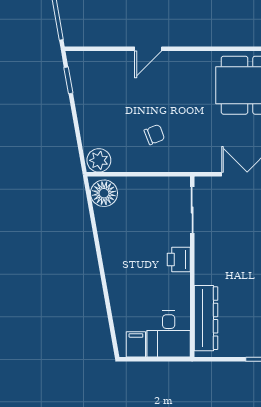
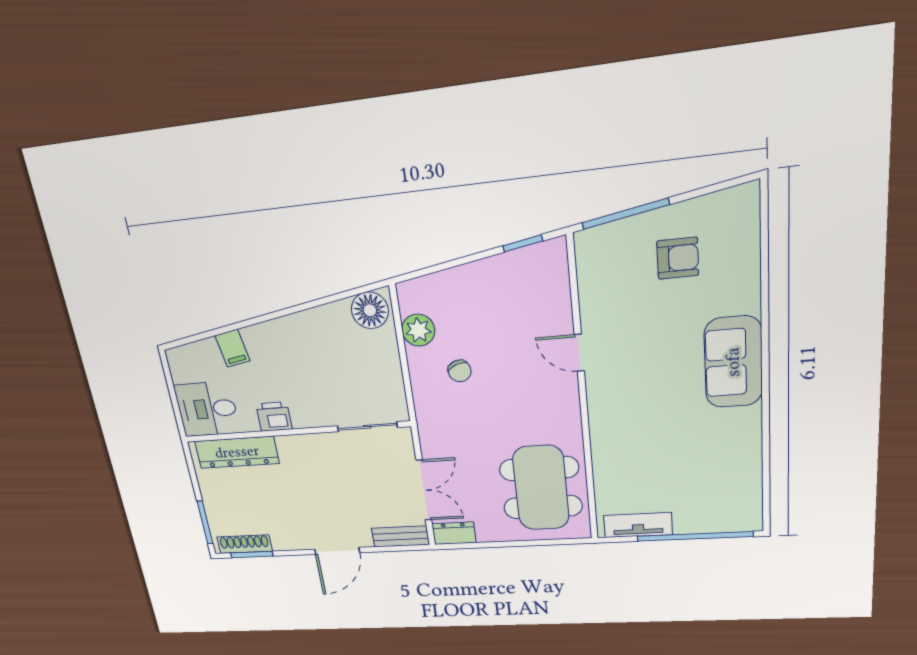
plant: (99, 160) -> (418, 330), moved
printer: (179, 260) -> (274, 417), moved
filing cabinet: (136, 344) -> (232, 348), moved, turned 80

